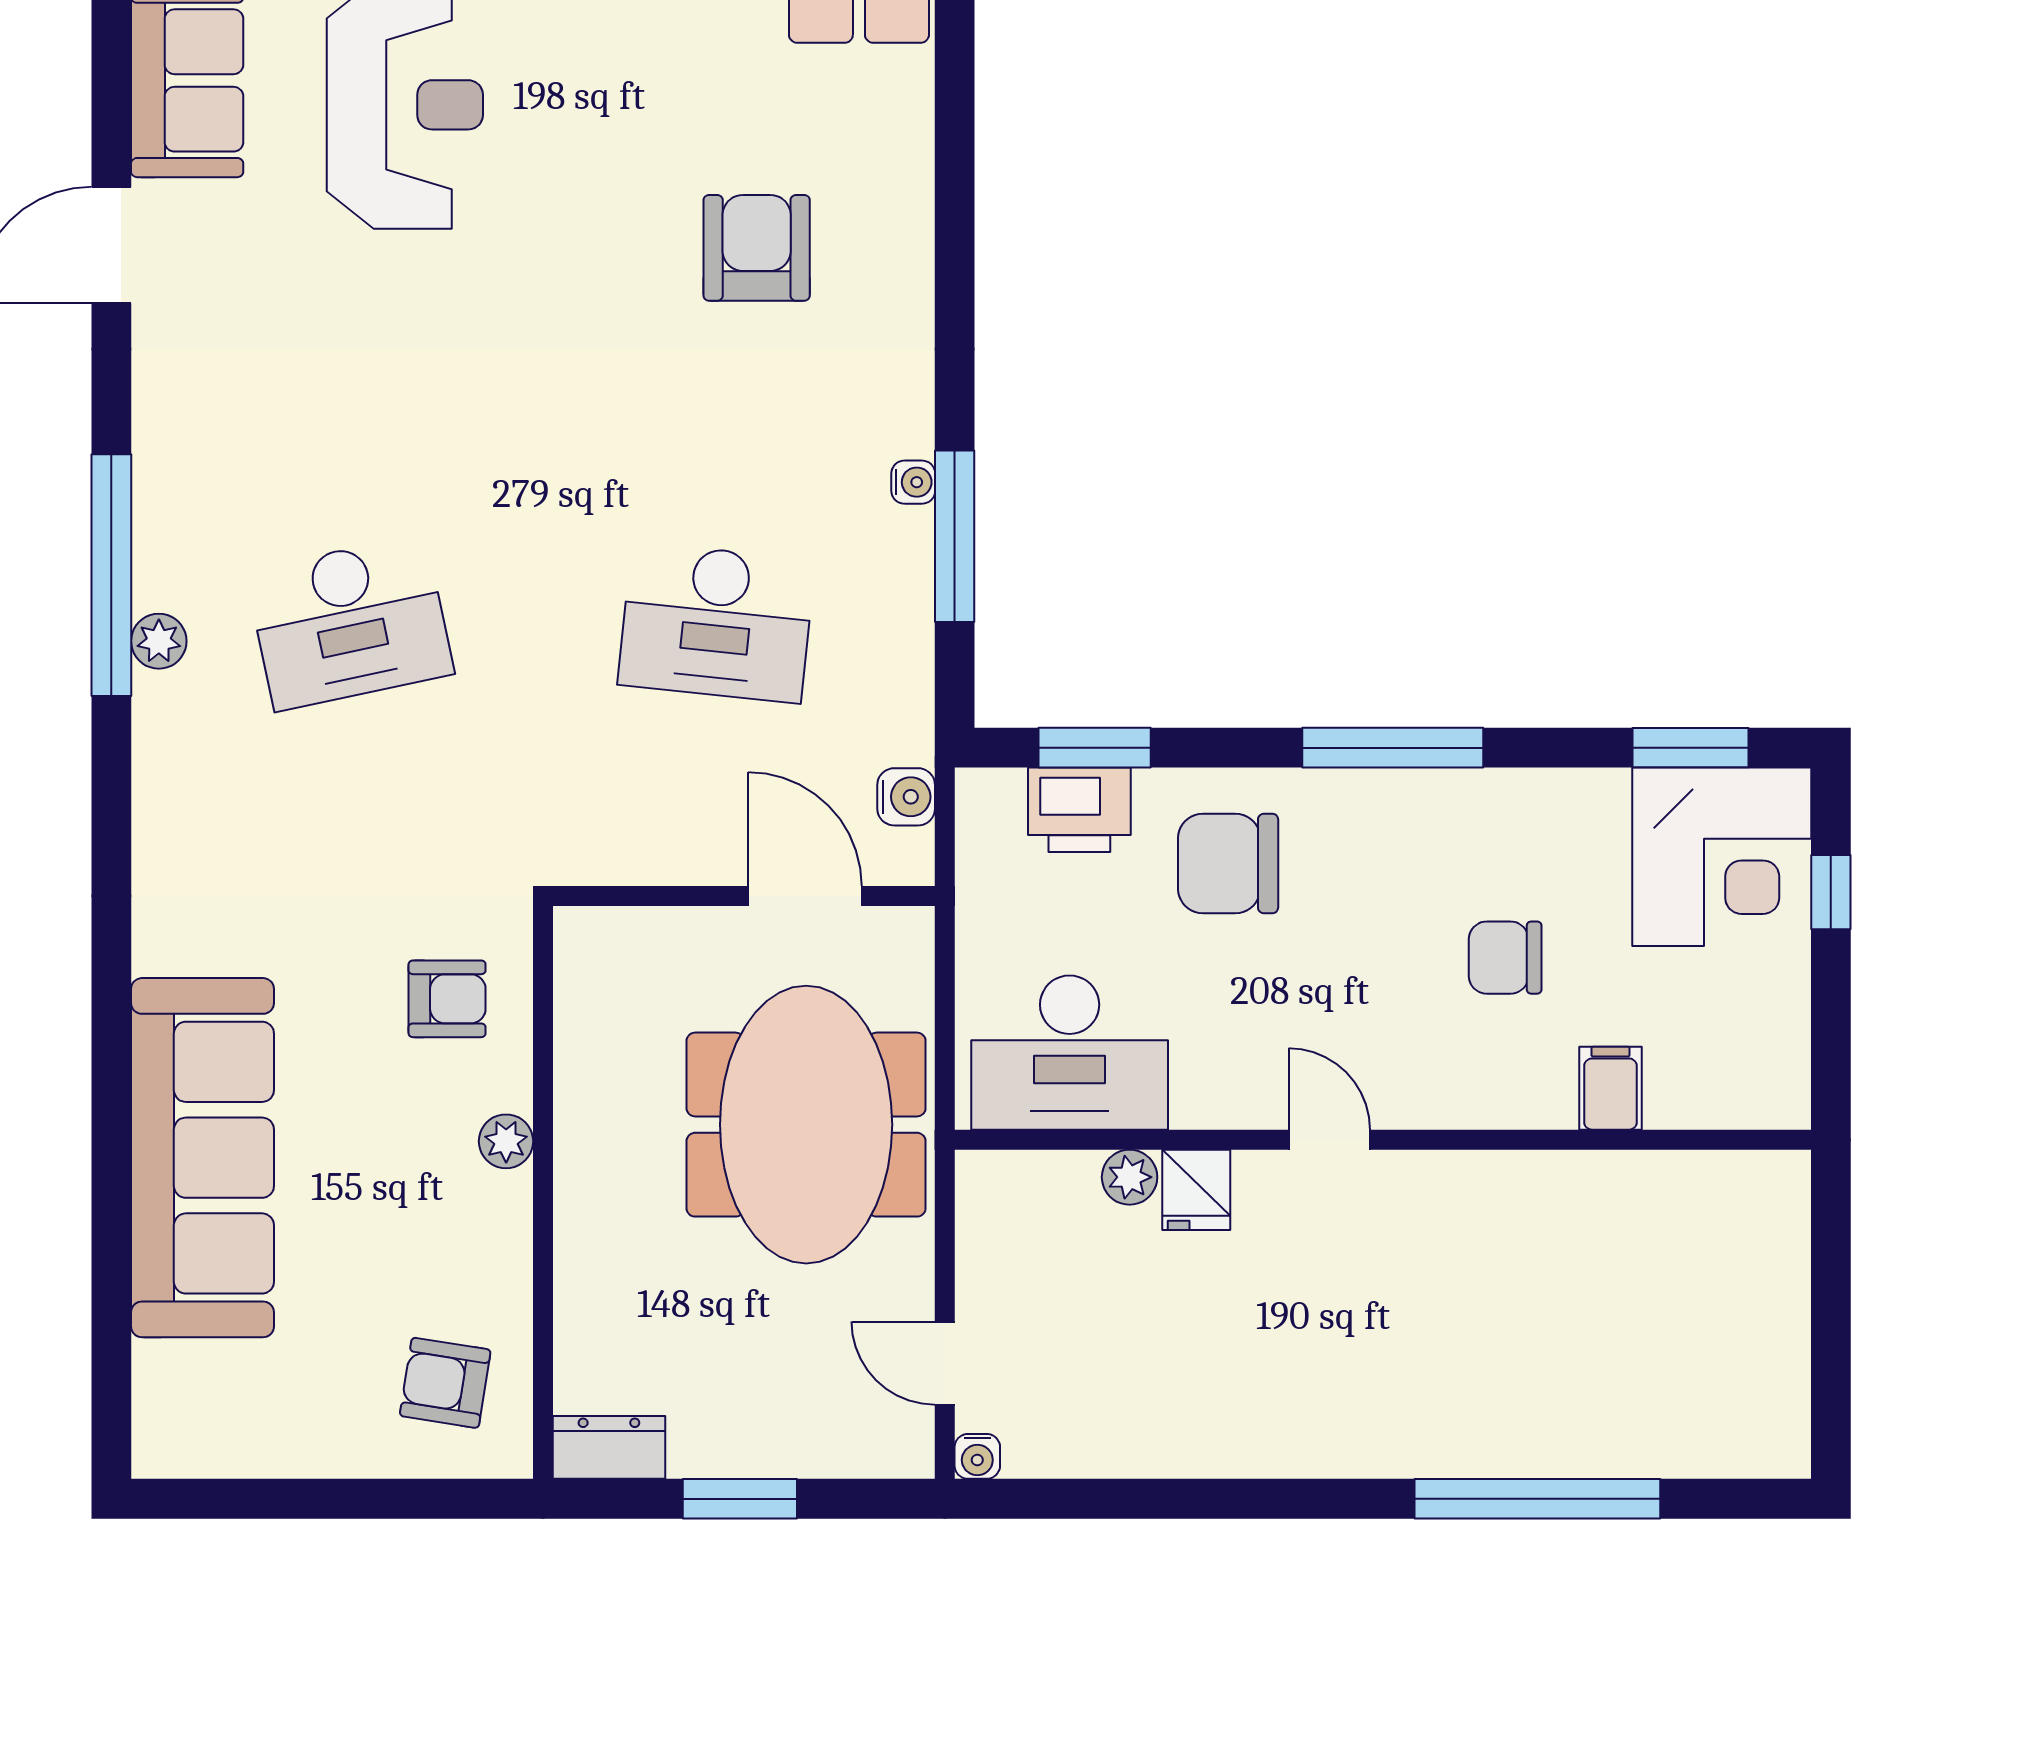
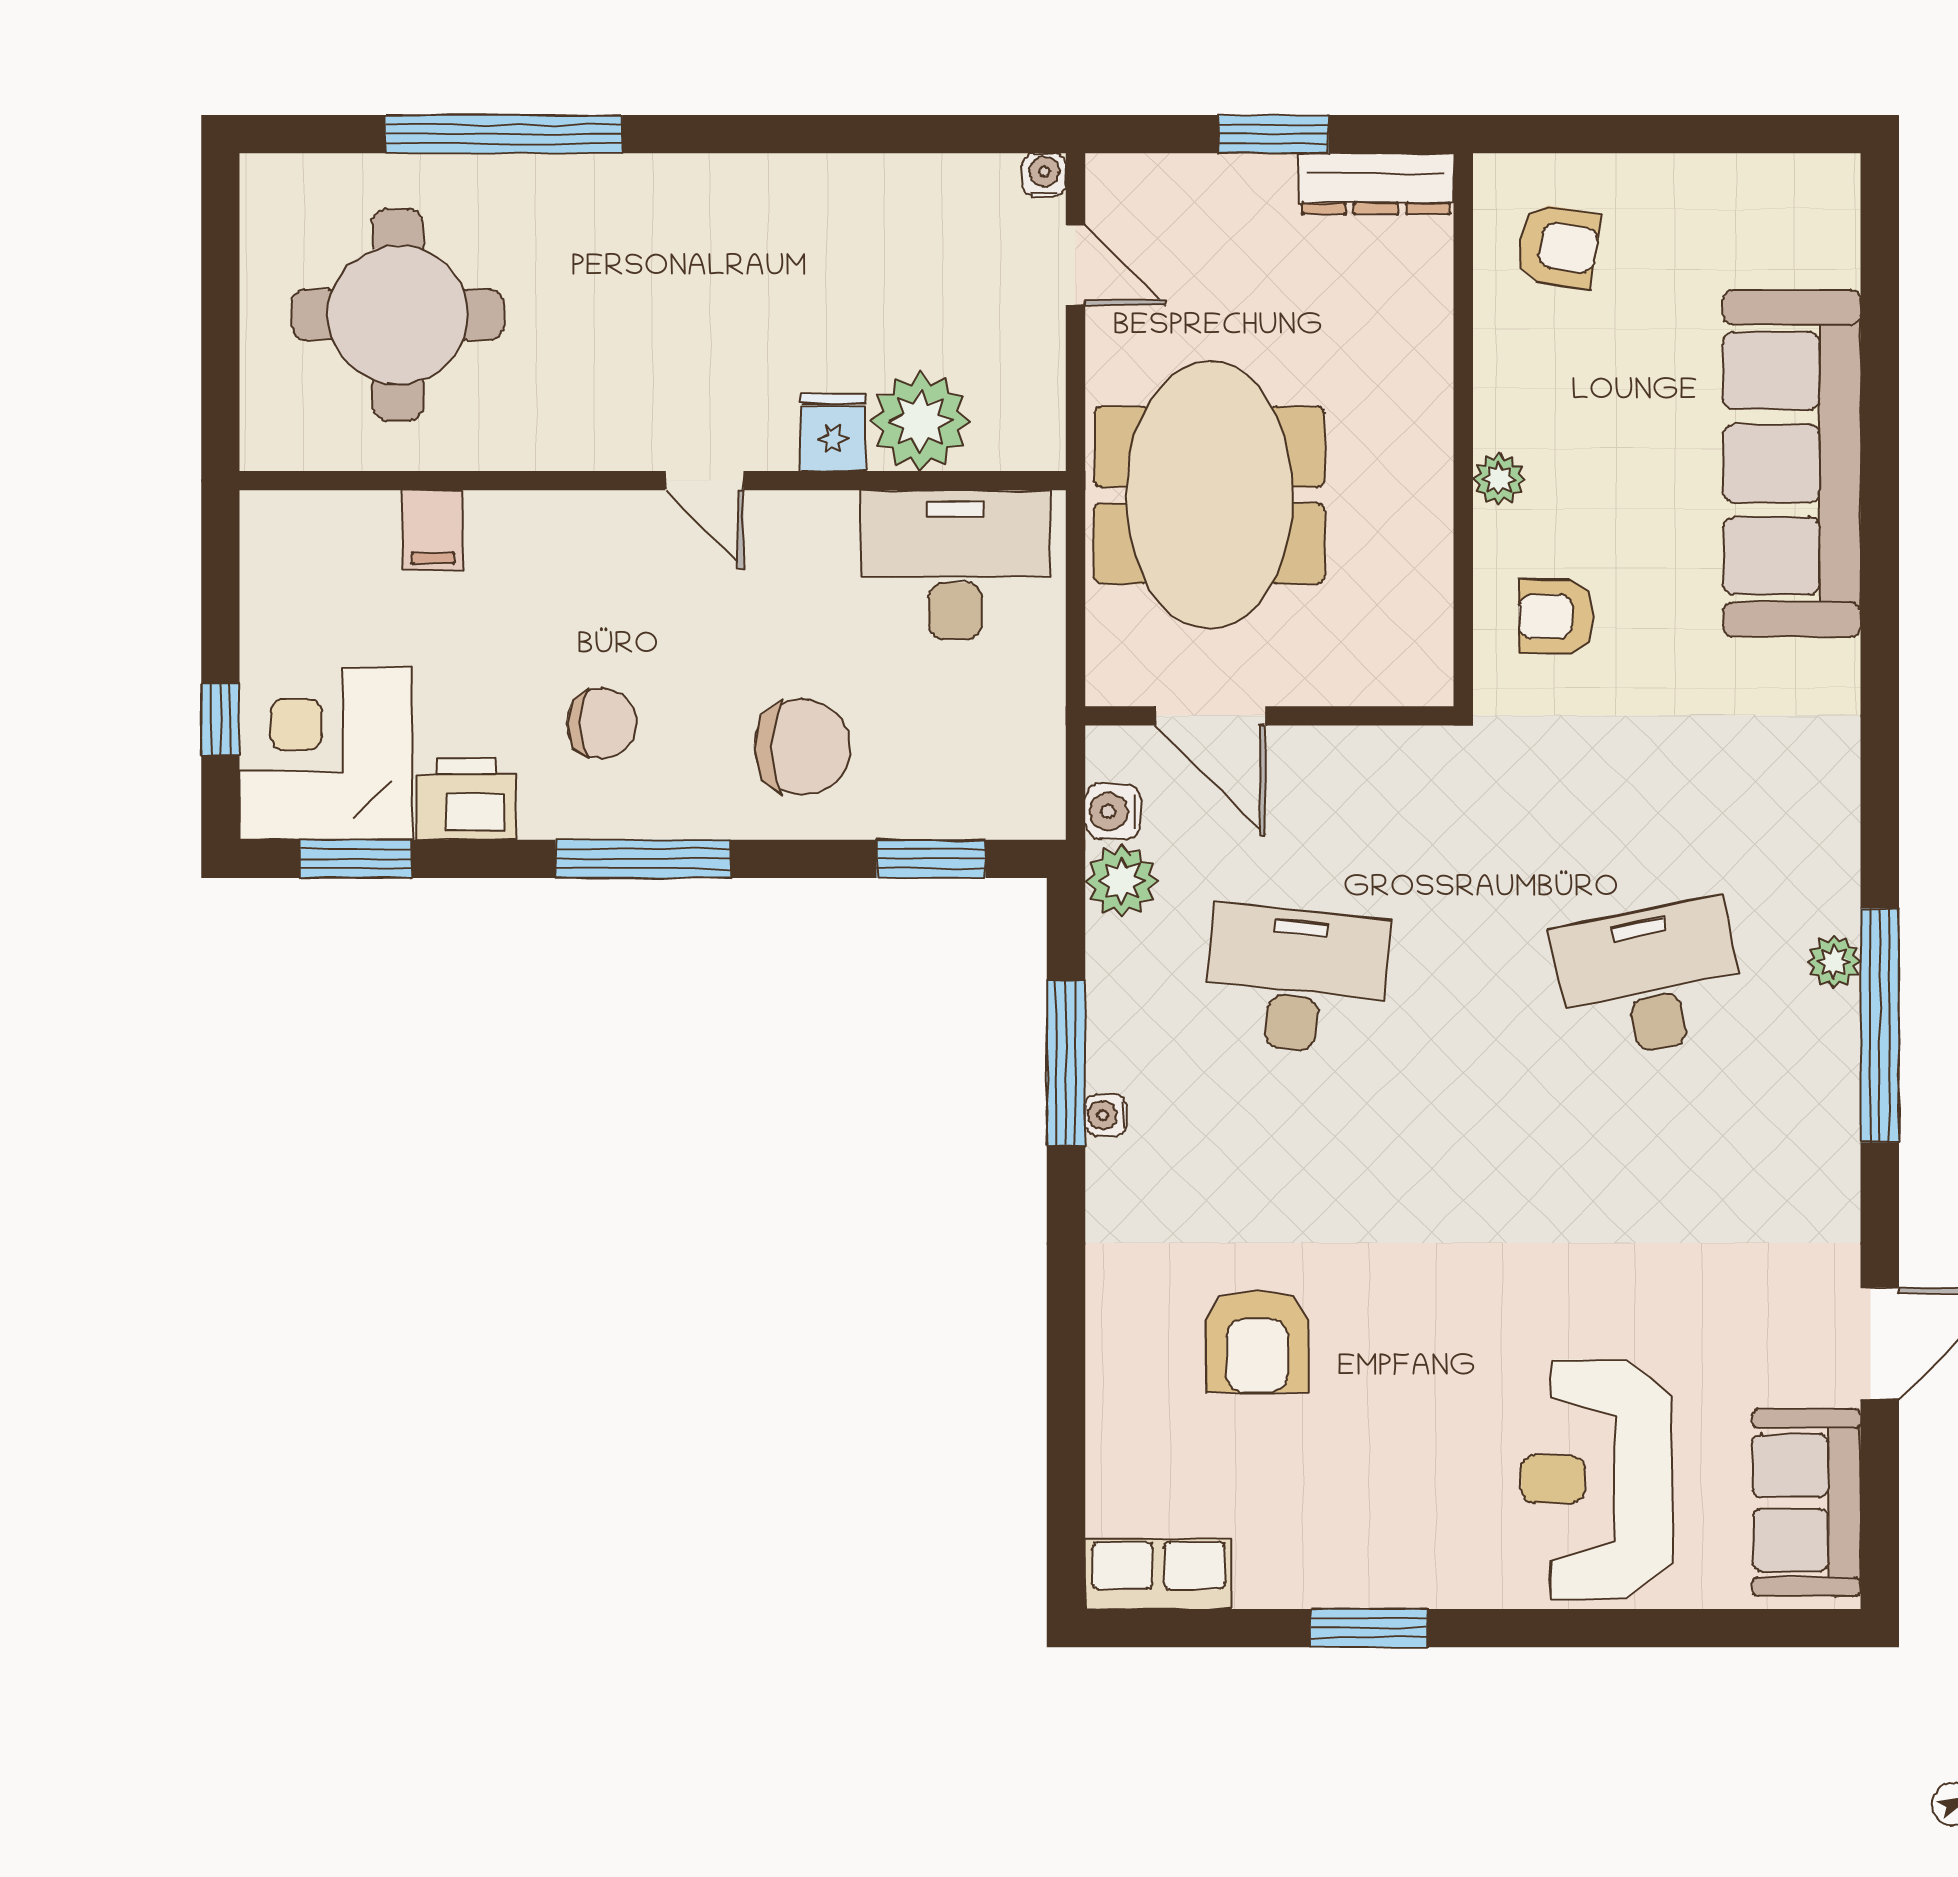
plant: (897, 725) -> (1122, 881), added
printer: (1079, 810) -> (466, 799), moved
chair: (1505, 958) -> (602, 723), moved
plant: (1130, 1177) -> (921, 421), width x1.88, depth x1.88
round table: (1647, 1311) -> (398, 315), added
dresser: (609, 1447) -> (1376, 184), width x1.44

